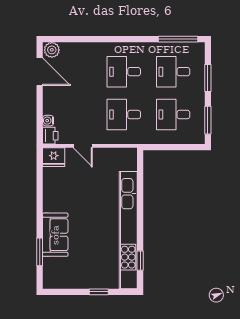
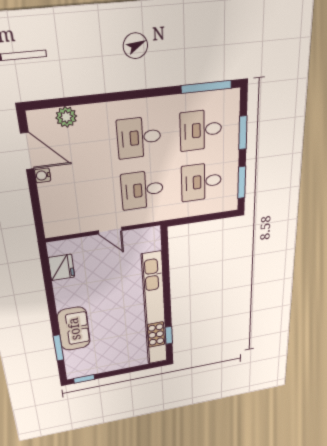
plant: (52, 50) -> (66, 117), moved
water cooler: (48, 121) -> (43, 175), moved
printer: (50, 136) -> (53, 227), removed
door: (83, 146) -> (110, 231), moved
fridge: (54, 157) -> (61, 267), moved, turned -90
window: (99, 292) -> (84, 379), moved

